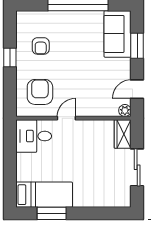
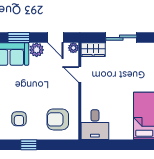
armchair: (41, 46) -> (19, 119), turned 90
plant: (123, 67) -> (37, 50), added
door: (66, 118) -> (80, 74), moved

